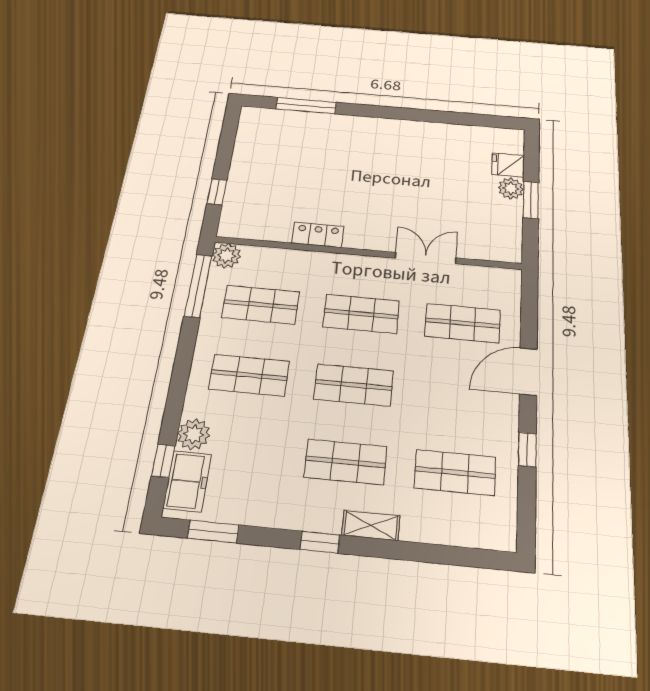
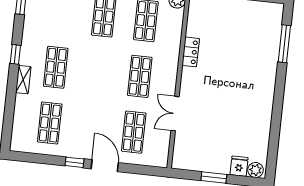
plant: (511, 188) -> (256, 170), moved
double door: (426, 258) -> (175, 114), swing flipped
shop shelf: (354, 385) -> (98, 72), removed
window: (527, 449) -> (74, 162), moved

